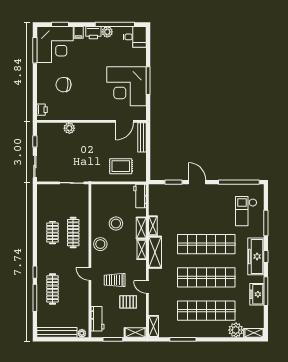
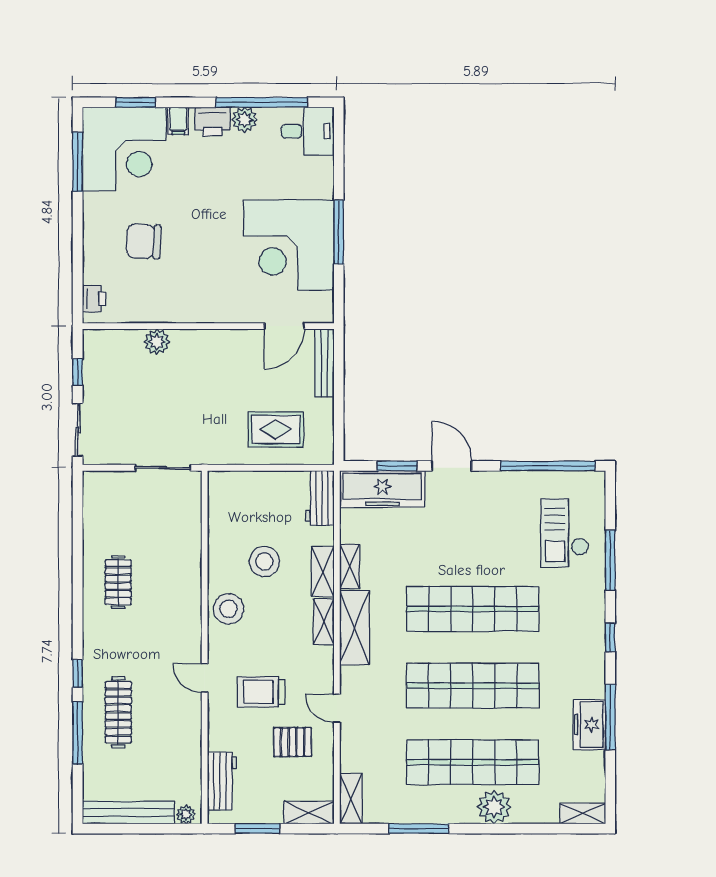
clothes rail: (73, 233) -> (166, 582), removed
freezer: (256, 256) -> (382, 489), moved, turned -90
plant: (236, 330) -> (494, 807), moved

